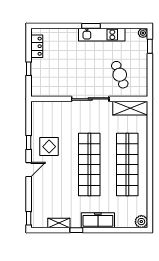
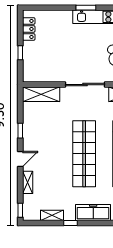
shelving: (49, 108) -> (41, 94), added
display table: (49, 147) -> (42, 135), removed
shelving: (36, 192) -> (28, 182), added

